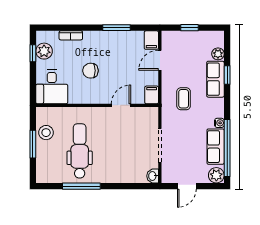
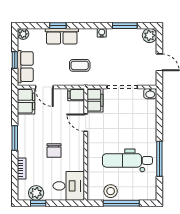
window: (116, 28) -> (15, 138), moved
filing cabinet: (151, 40) -> (26, 101), width x2.00
plant: (218, 54) -> (23, 34), moved
filing cabinet: (145, 115) -> (95, 100), added
window: (33, 144) -> (121, 203), width x1.44
row of seats: (216, 147) -> (25, 67), moved, turned -90
window: (227, 148) -> (125, 26), width x0.47

